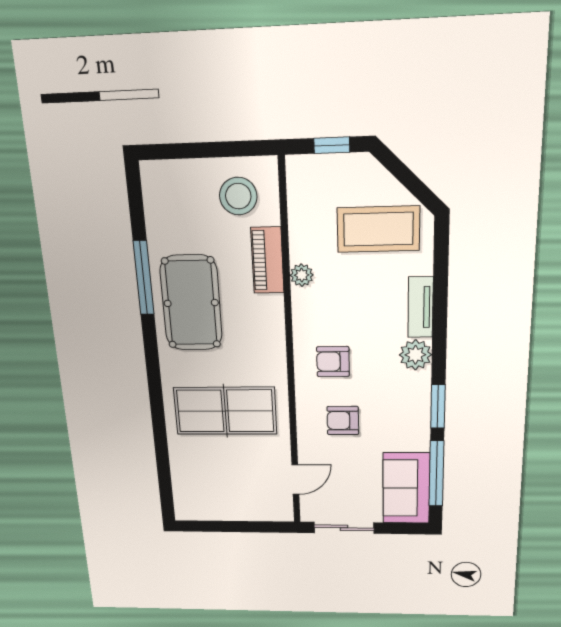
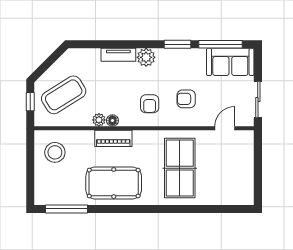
coffee table: (378, 229) -> (64, 95), moved, turned 58
piano: (267, 260) -> (113, 138), moved
window: (144, 278) -> (67, 209), moved
floor lamp: (301, 299) -> (112, 120), added
armchair: (343, 421) -> (186, 99), turned 90
door: (295, 479) -> (225, 128), hinge flipped

